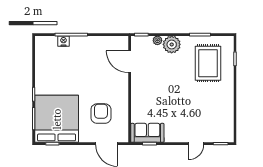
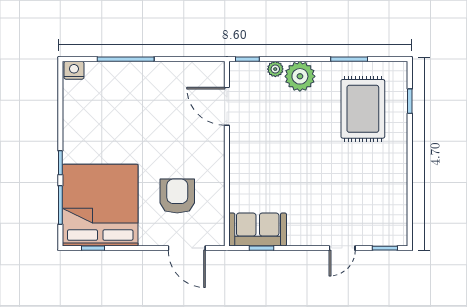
nightstand: (63, 41) -> (74, 70), moved

